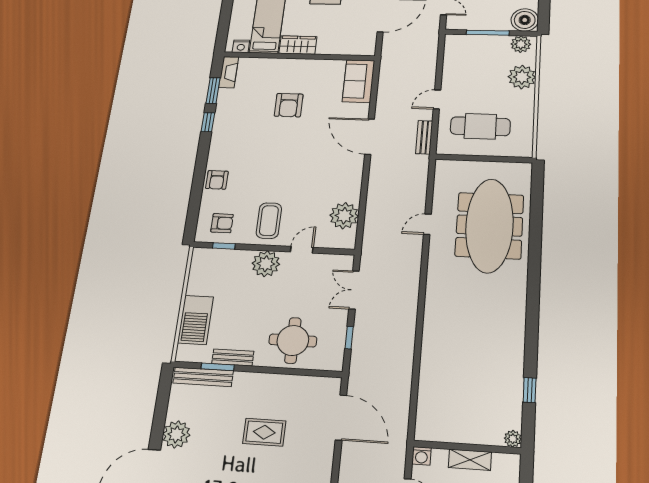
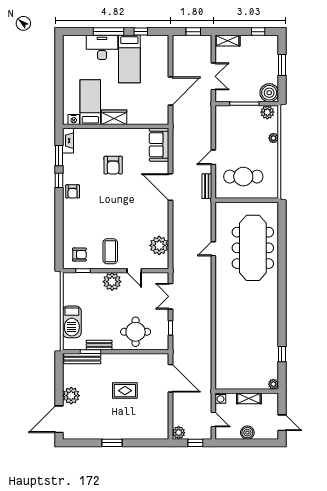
plant: (522, 77) -> (273, 138), width x0.53, depth x0.53
armchair: (217, 180) -> (73, 191), moved
door: (302, 250) -> (134, 271), swing flipped

